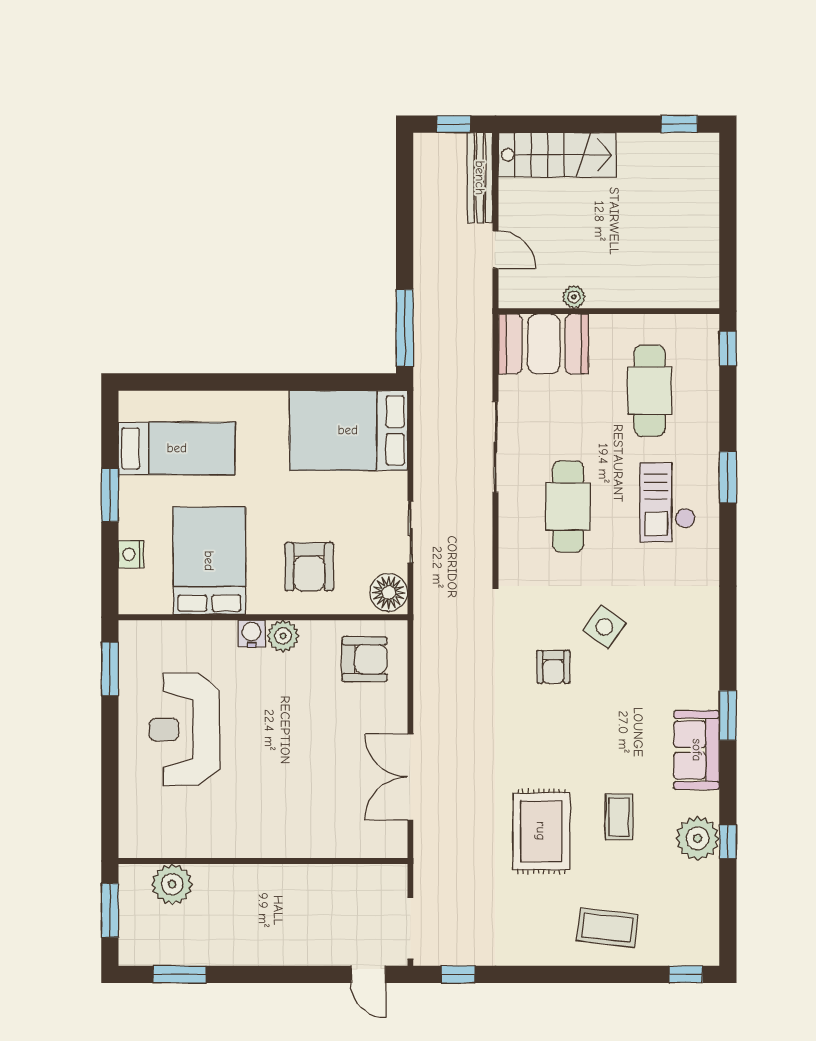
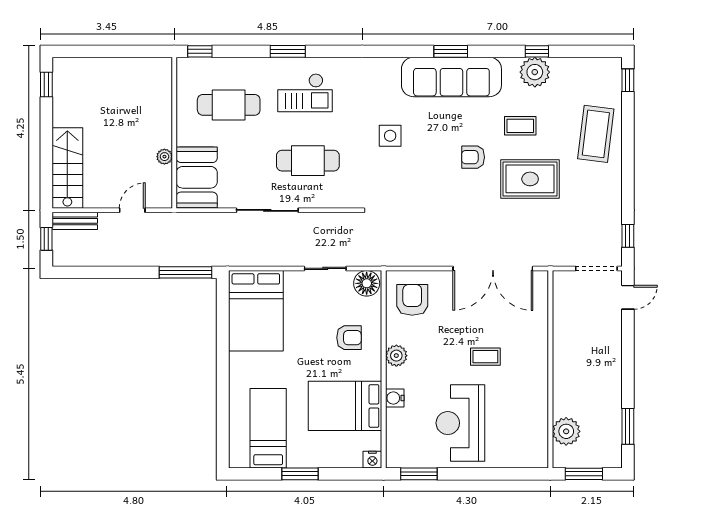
bench: (480, 178) -> (75, 221), width x0.73
nightstand: (131, 554) -> (372, 460), moved
armchair: (309, 567) -> (349, 338), width x0.72, depth x0.72
side table: (604, 627) -> (390, 136), turned -35
water cooler: (252, 634) -> (395, 398), moved
armchair: (553, 667) -> (473, 157), moved, turned 180
reception desk: (184, 730) -> (460, 423), turned 90
sofa: (697, 750) -> (451, 77), width x1.85, depth x1.27
coffee table: (281, 766) -> (485, 357), added
double door: (410, 777) -> (493, 268), width x1.36
coffee table: (607, 928) -> (596, 134), width x1.36, depth x1.32

